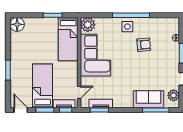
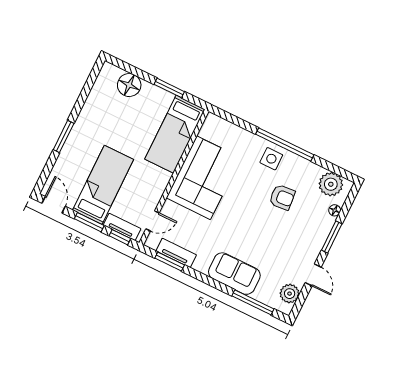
floor lamp: (17, 24) -> (129, 85), moved
plant: (88, 25) -> (331, 184), moved
sofa: (148, 99) -> (234, 274), moved

